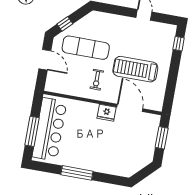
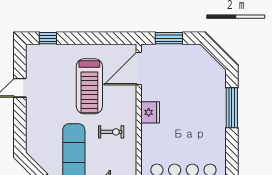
door: (130, 108) -> (139, 69), moved
window: (77, 173) -> (232, 108), moved

